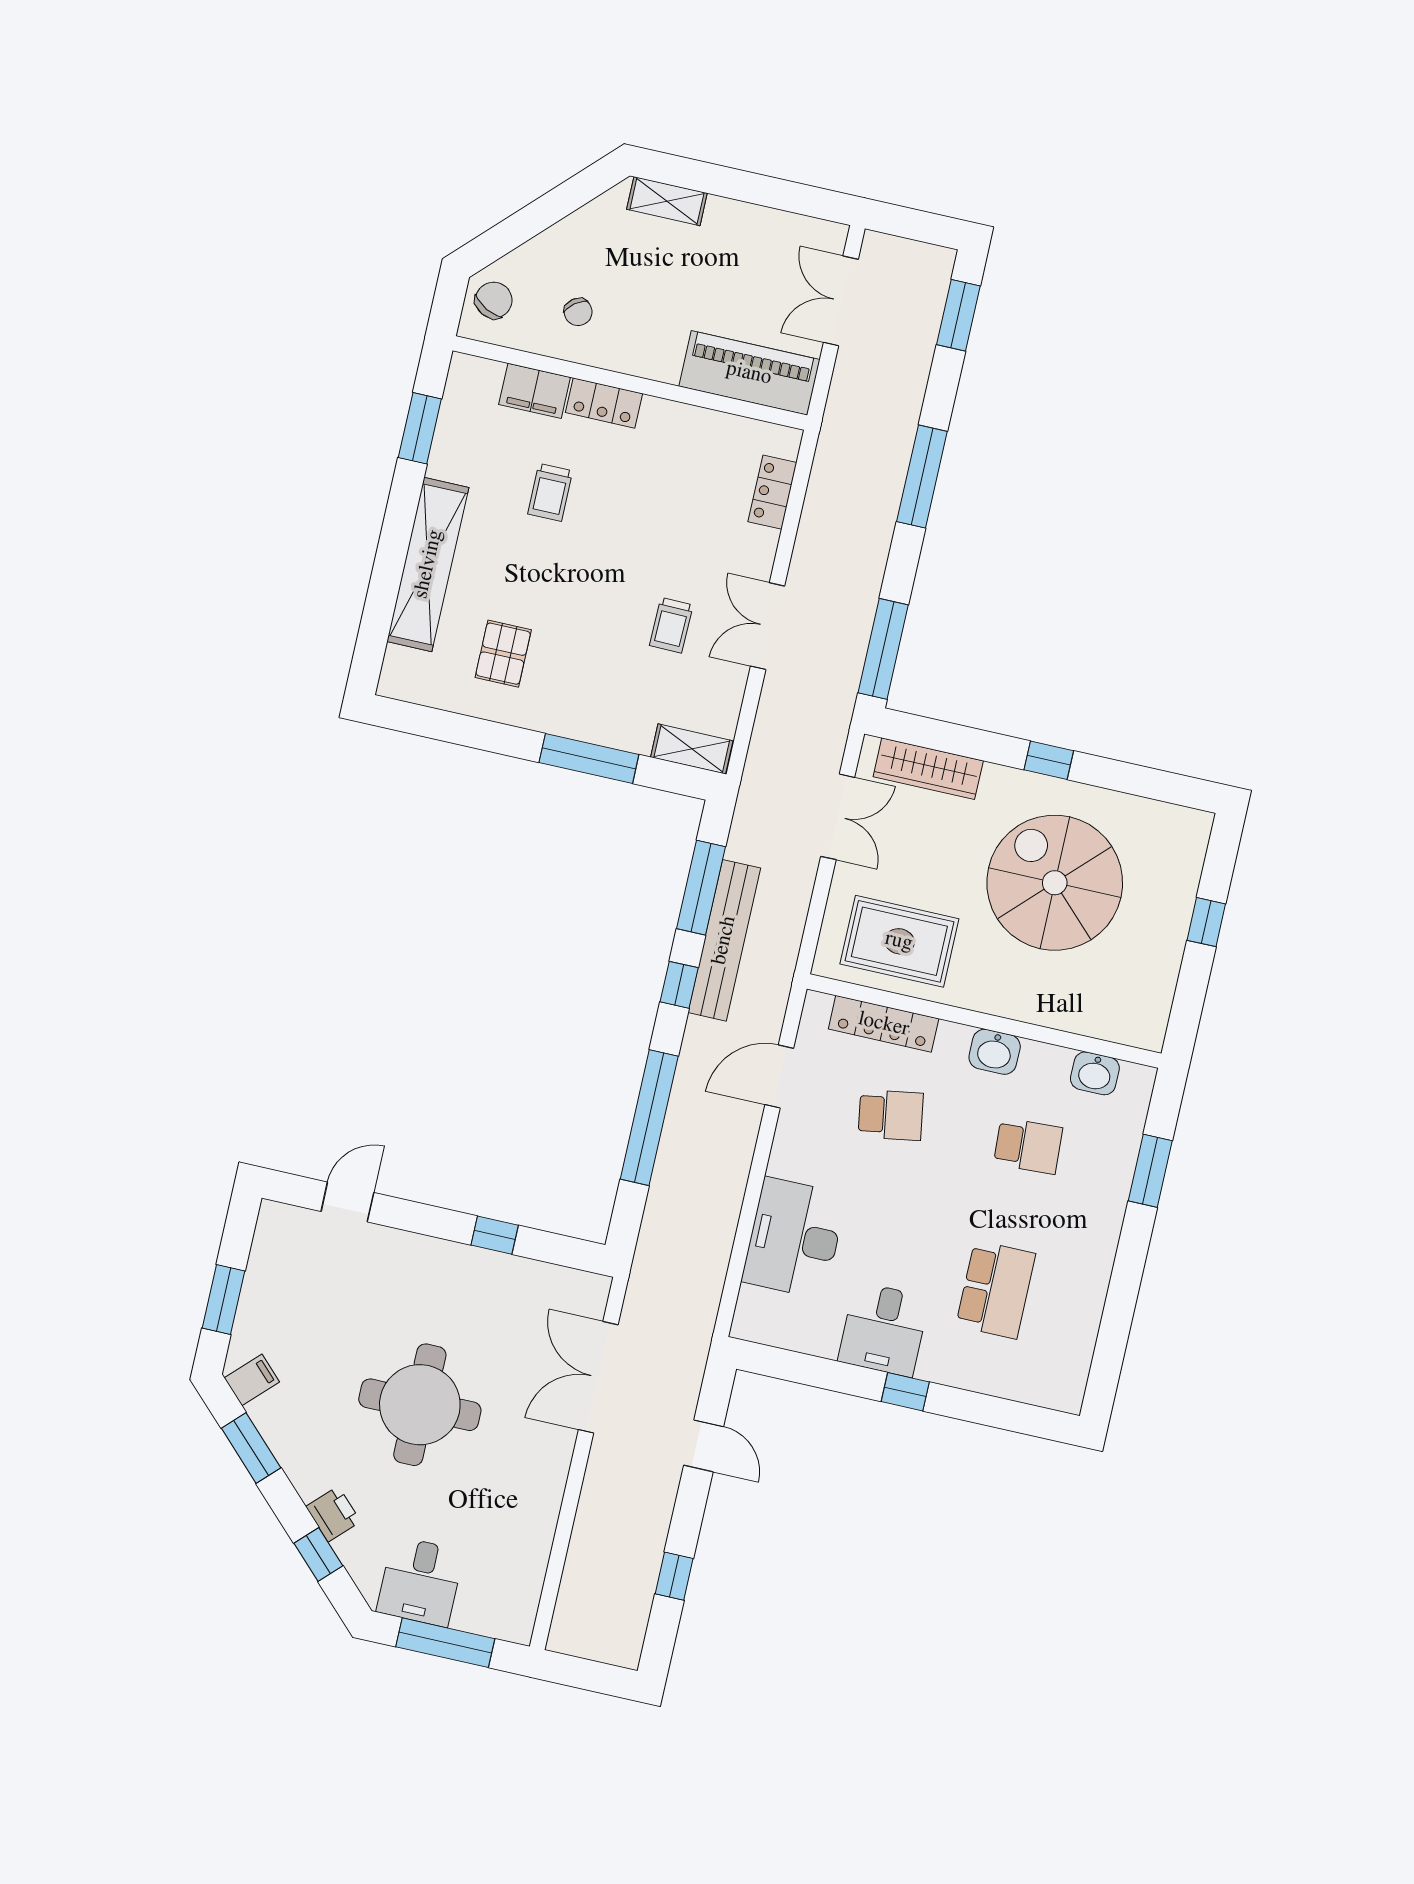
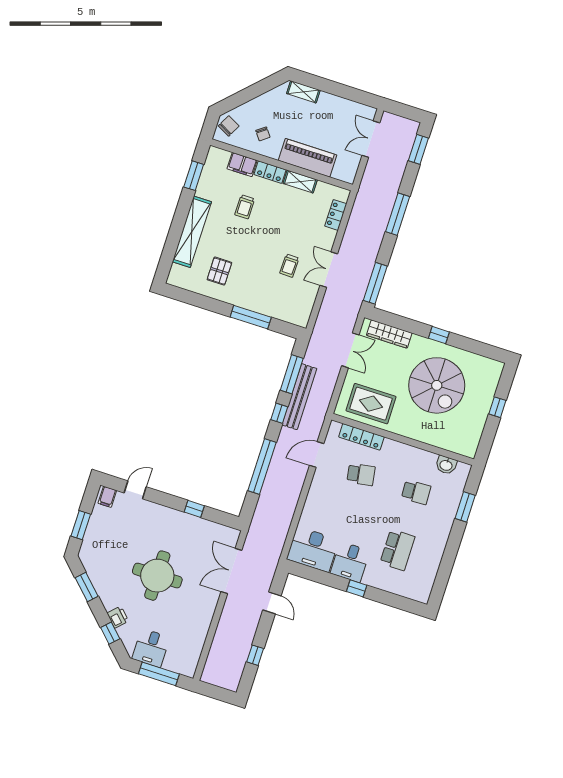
piano: (749, 373) -> (308, 158), moved
shelving: (692, 749) -> (300, 182), moved
spiral stairs: (1055, 883) -> (437, 385), turned 180
washbasin: (995, 1052) -> (406, 452), removed
desk: (794, 1238) -> (313, 549), moved, turned -90
filing cabinet: (252, 1380) -> (107, 497), moved, turned 135

